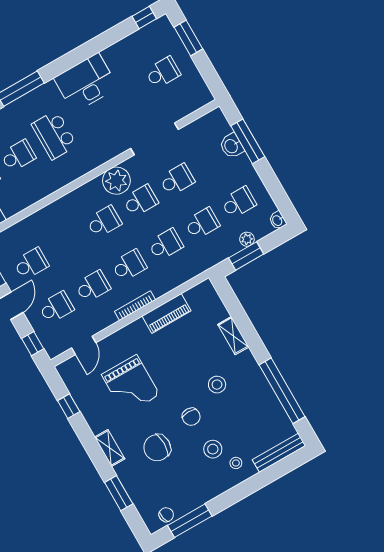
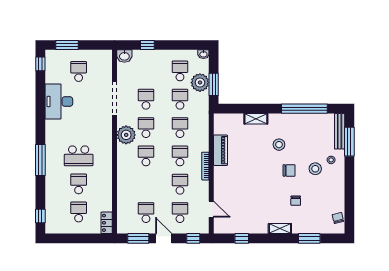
desk: (86, 83) -> (59, 101), moved
window: (248, 141) -> (147, 45), width x0.46
washbasin: (232, 146) -> (124, 56), moved
plant: (247, 239) -> (200, 83), width x1.88, depth x1.88
grand piano: (131, 385) -> (250, 195), removed
chair: (157, 448) -> (296, 201), width x0.54, depth x0.54
window: (190, 521) -> (349, 142), moved

